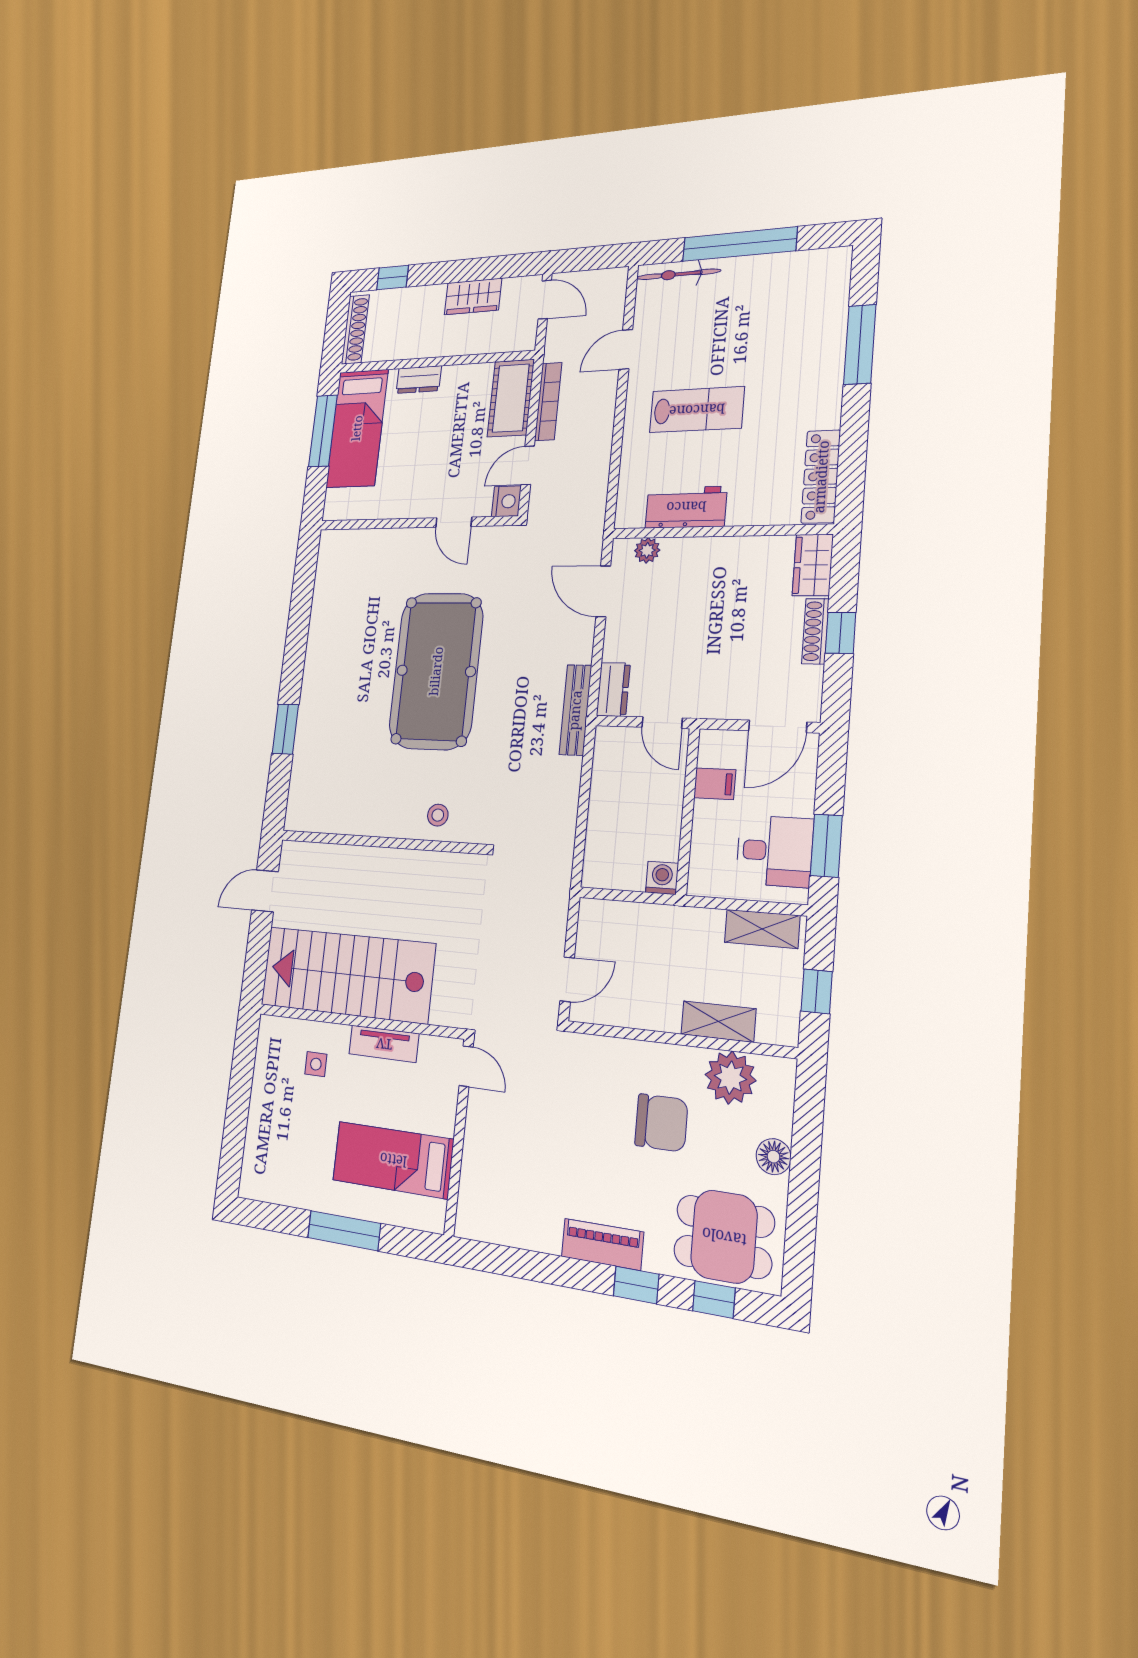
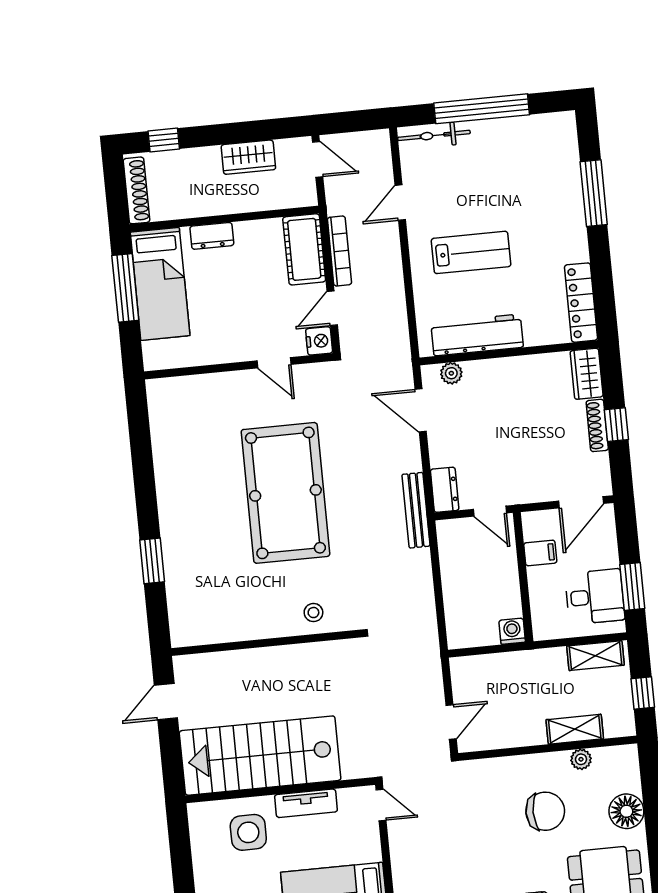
workbench: (686, 507) -> (477, 335), width x1.38
side table: (316, 1064) -> (248, 832), width x1.87, depth x1.87
plant: (730, 1078) -> (581, 759), width x0.53, depth x0.53
floor lamp: (774, 1157) -> (626, 811), width x1.38, depth x1.38

